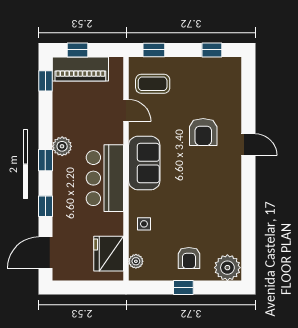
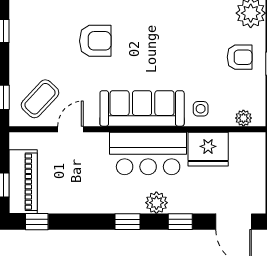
coffee table: (153, 84) -> (40, 99), turned 43
plant: (62, 146) -> (156, 203), moved
sofa: (144, 163) -> (142, 108), width x1.36
fridge: (109, 254) -> (208, 149), moved

